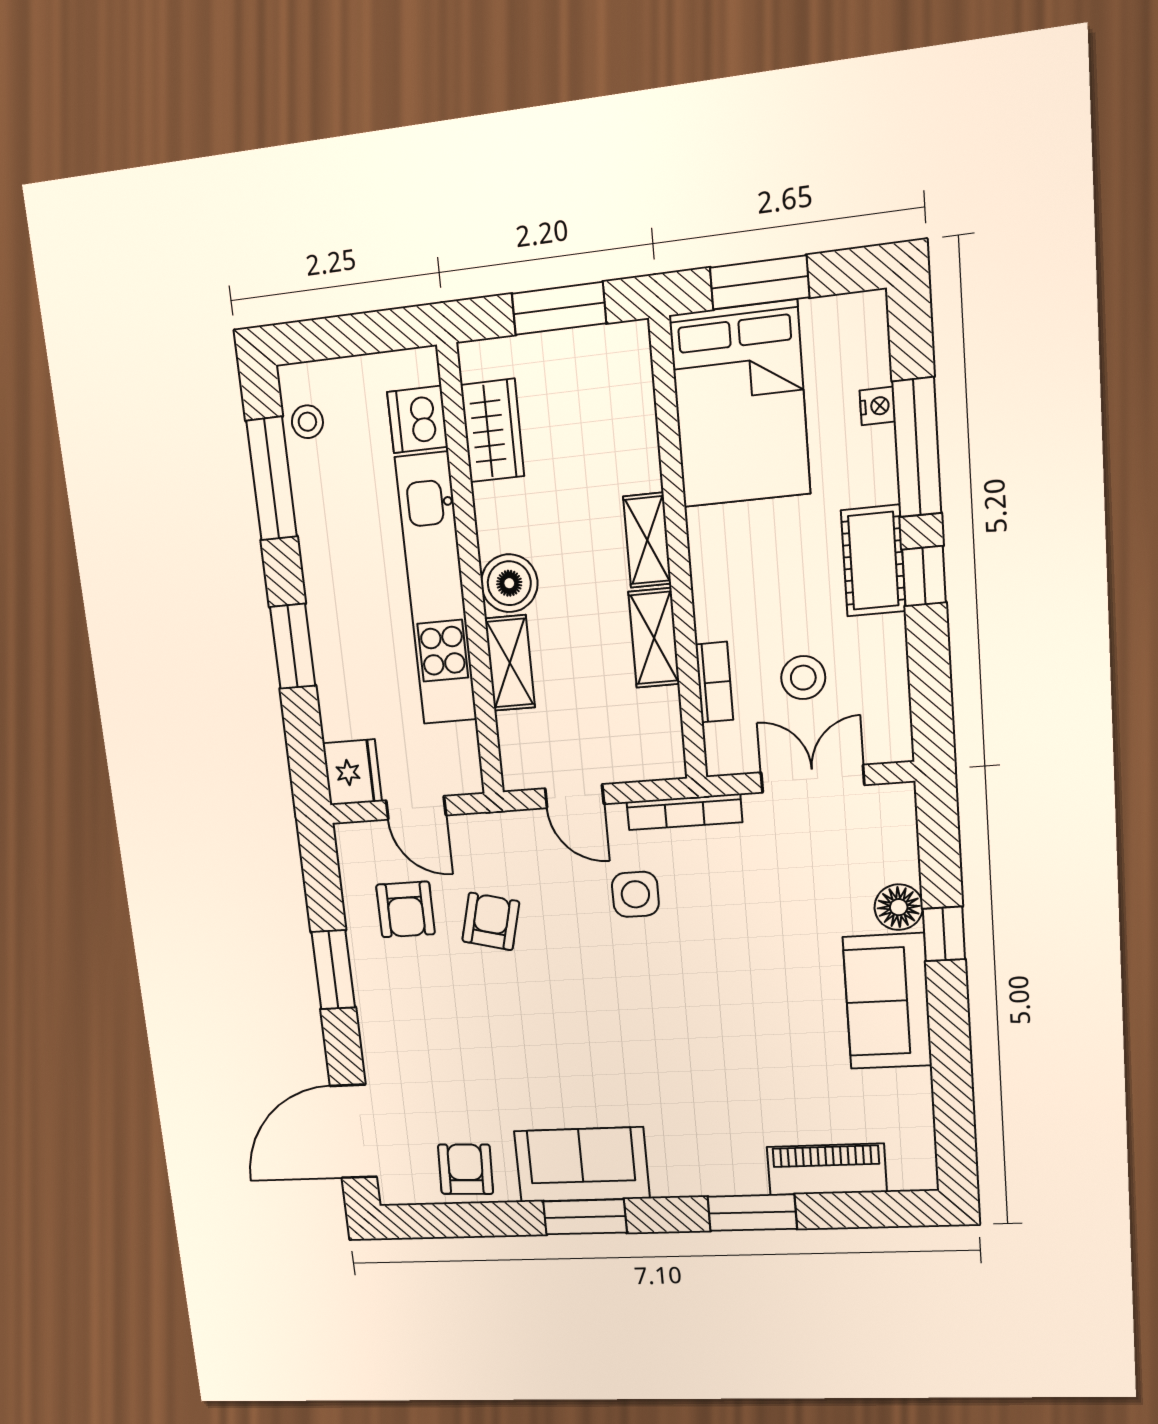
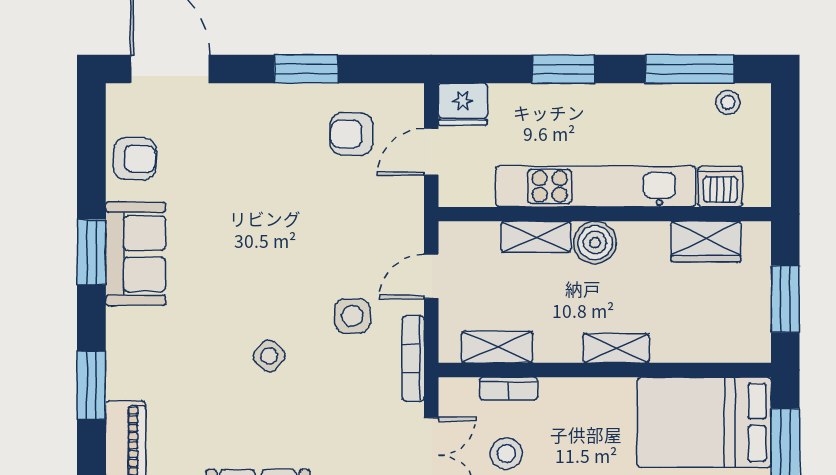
shelving: (654, 638) -> (497, 347), moved
armchair: (491, 921) -> (338, 201), removed
side table: (696, 997) -> (269, 356), added

